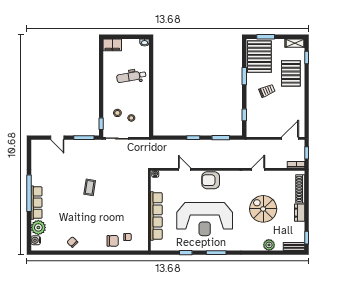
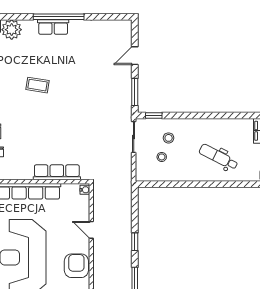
dental chair: (131, 77) -> (218, 157), turned -53
door: (185, 169) -> (91, 230), swing flipped
coffee table: (90, 187) -> (37, 85), moved
row of seats: (143, 194) -> (57, 172), added
row of seats: (36, 203) -> (53, 27), width x0.68

